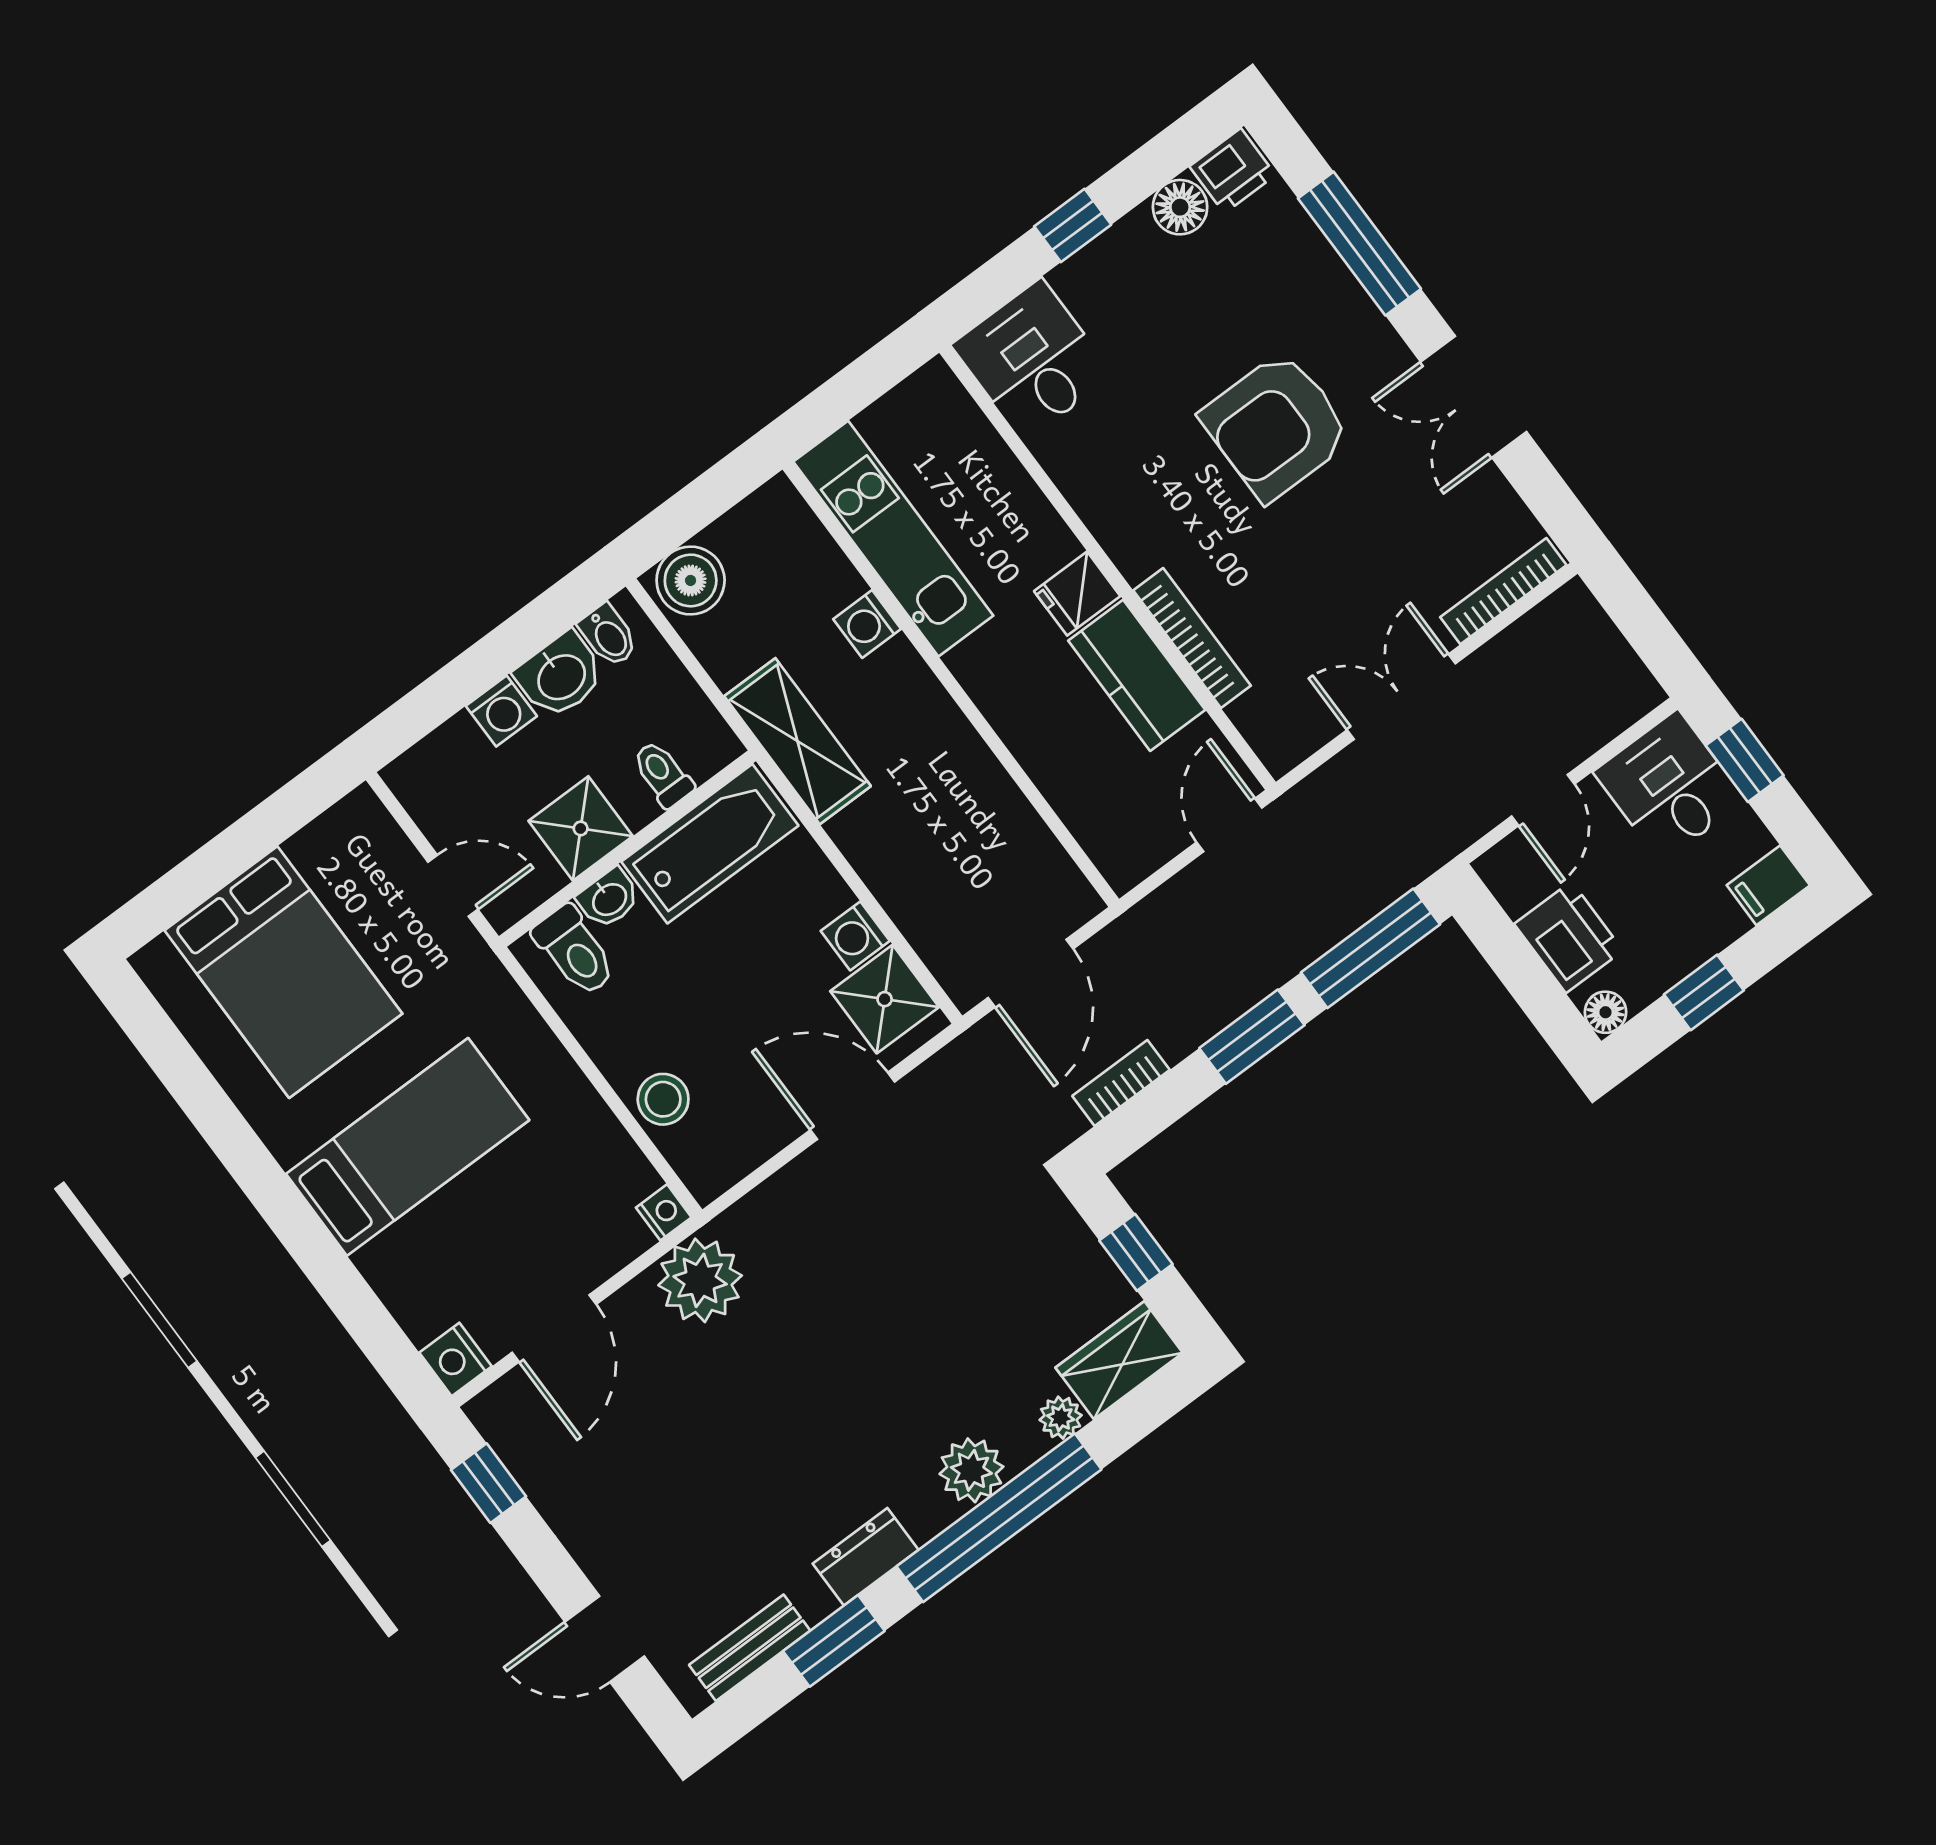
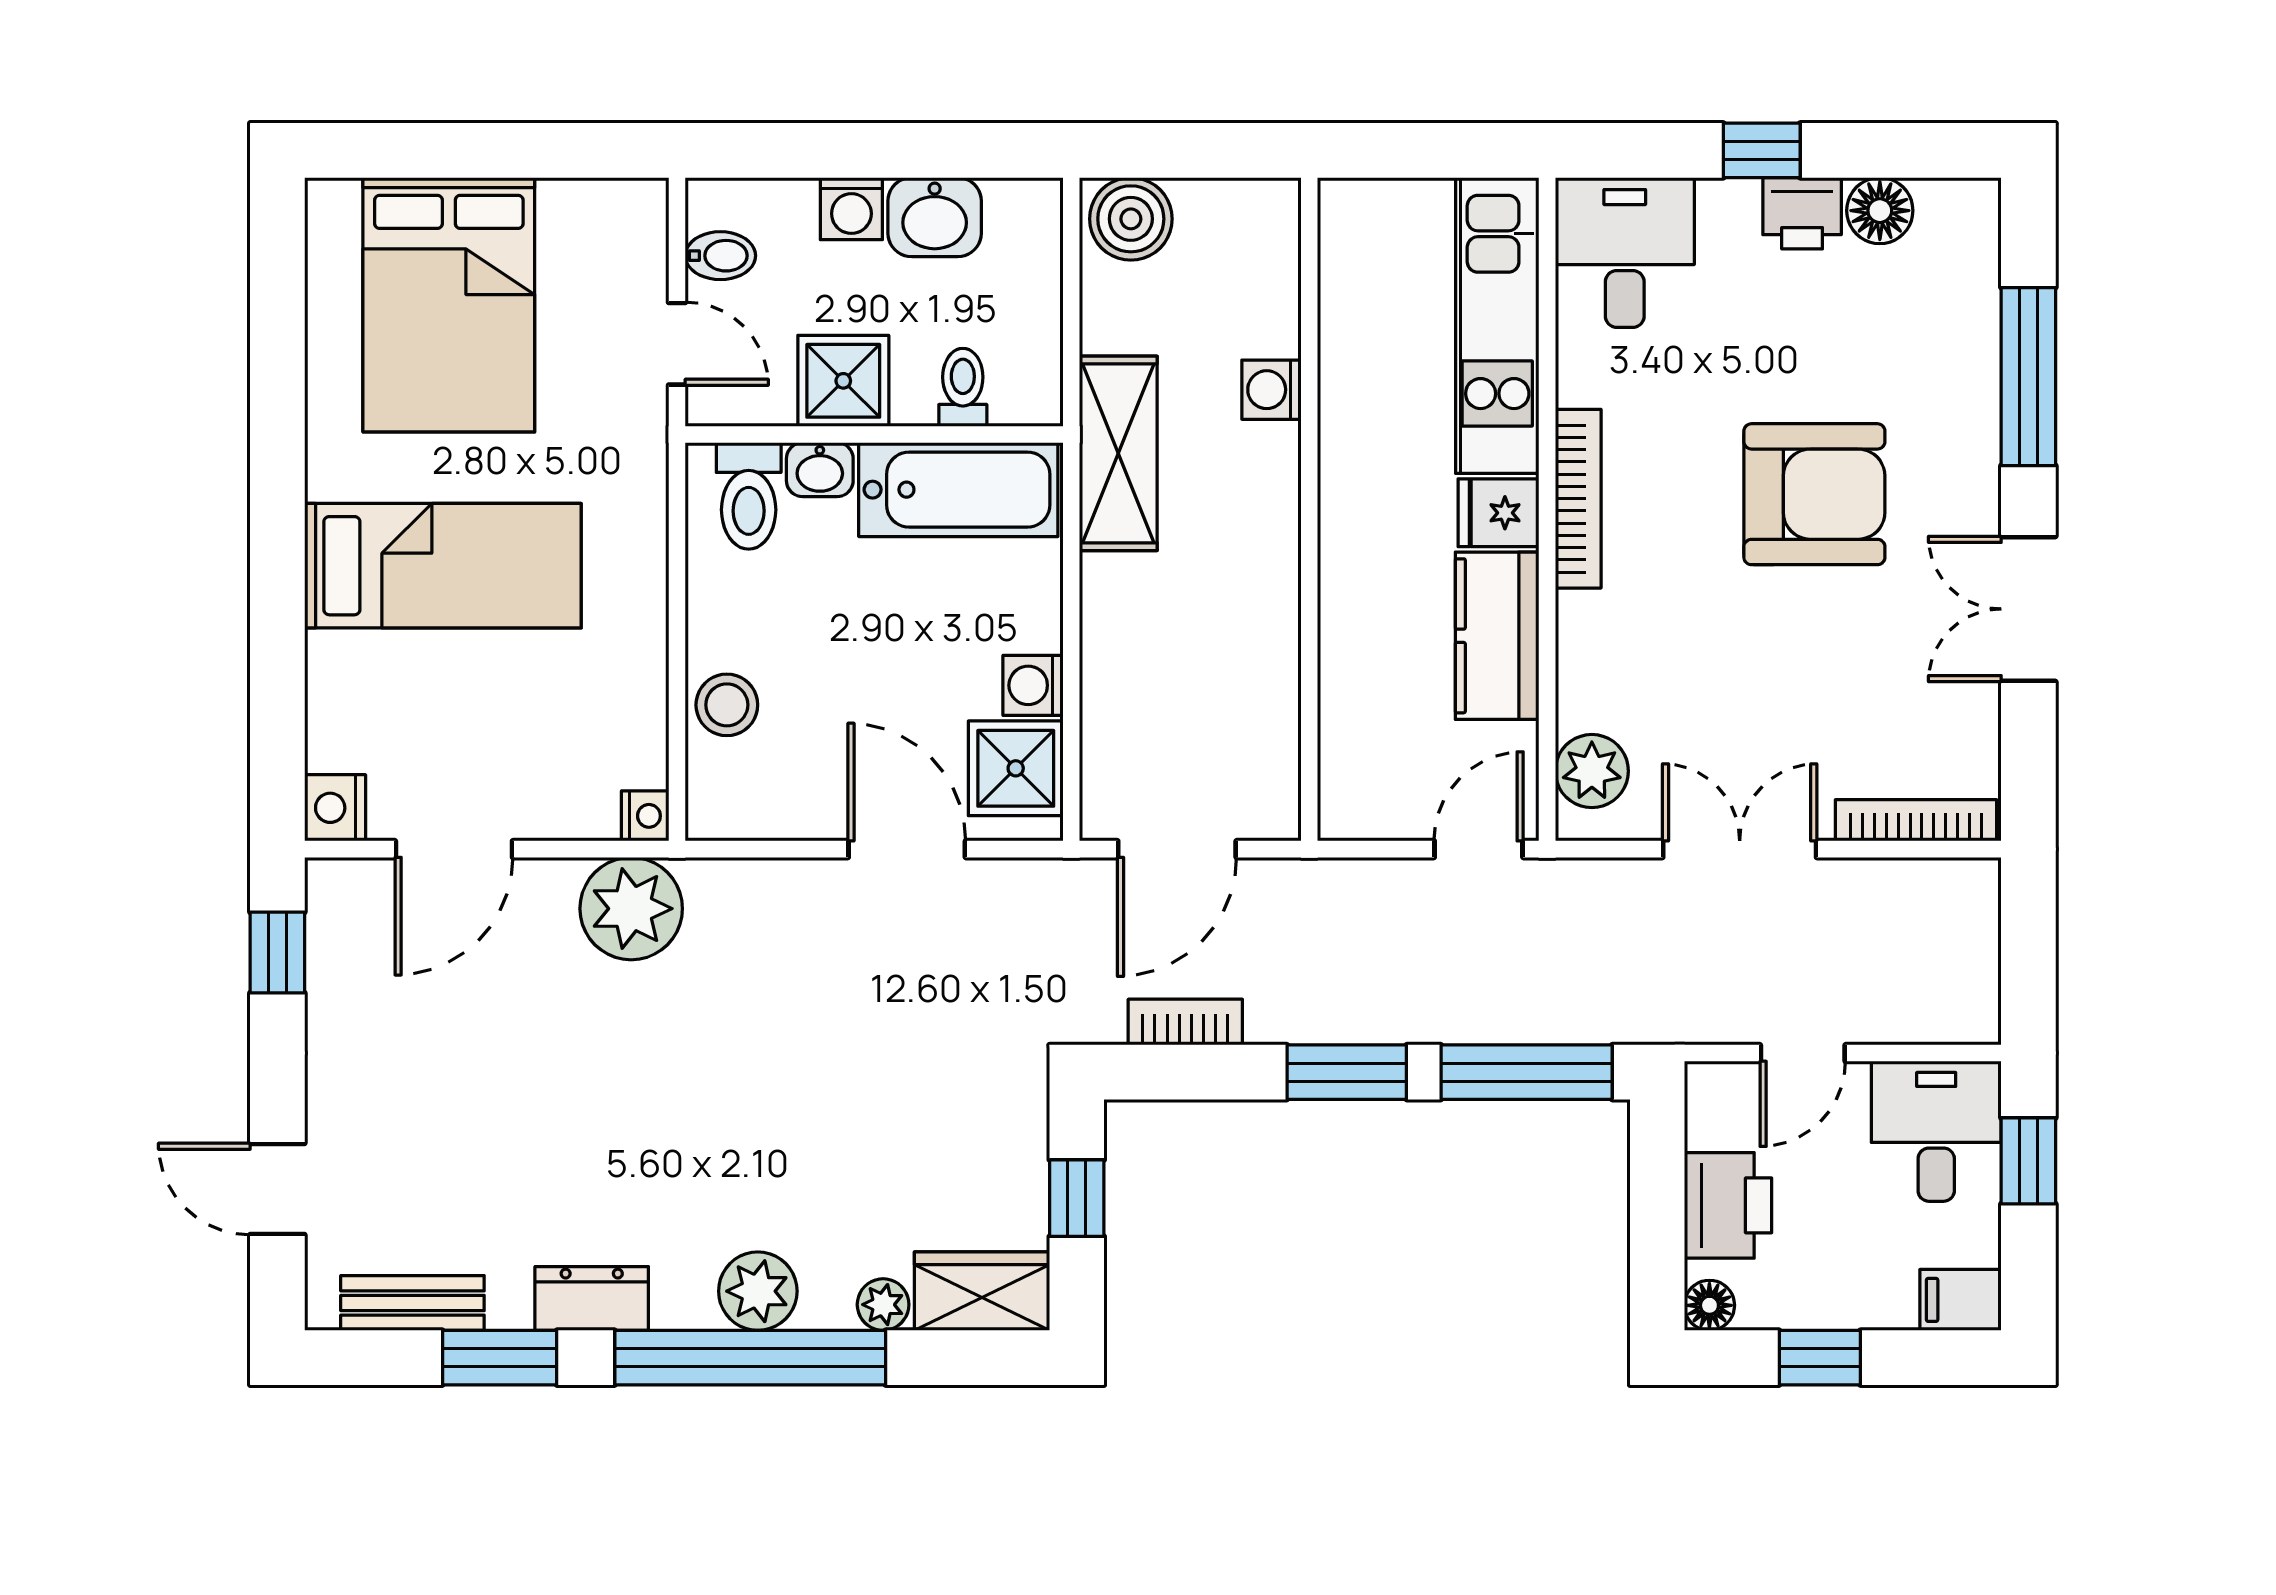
printer: (1233, 171) -> (1802, 213), moved
armchair: (1276, 426) -> (1814, 494), turned 180
kitchen unit: (893, 539) -> (1497, 325), moved, turned 180
bidet: (608, 635) -> (720, 256), moved, turned -90
bookcase: (1192, 638) -> (1578, 499), moved
plant: (1266, 718) -> (1592, 771), added

